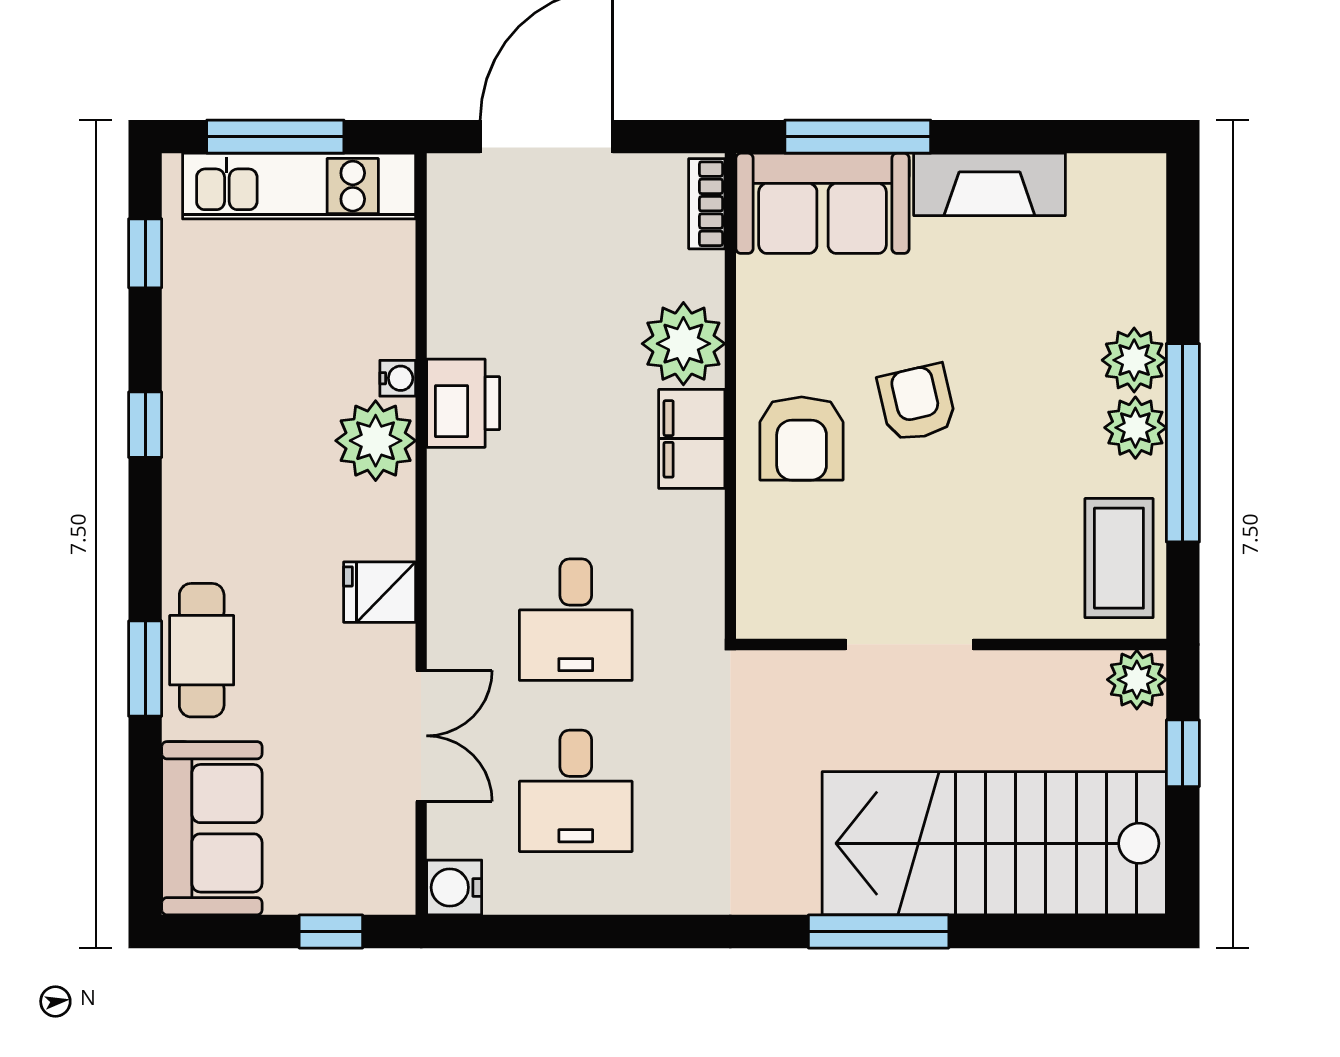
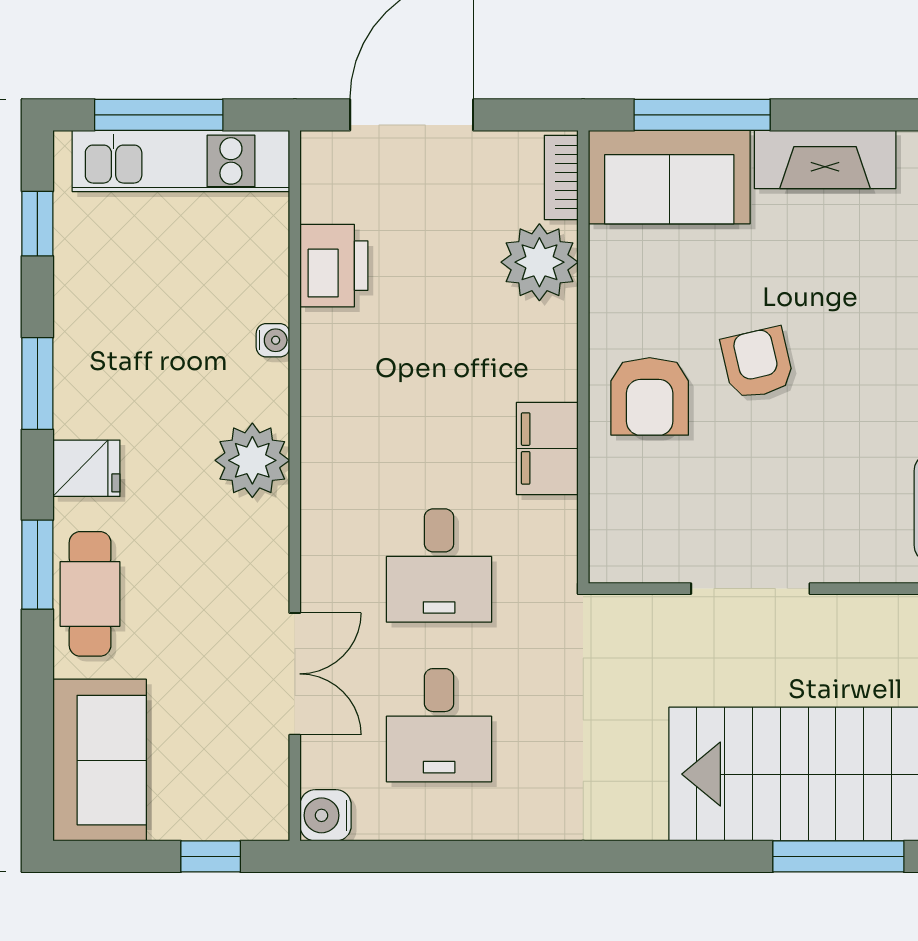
plant: (683, 344) -> (539, 262), moved
printer: (463, 403) -> (334, 266), moved
window: (145, 425) -> (37, 384), width x1.50
filing cabinet: (692, 439) -> (547, 448), moved
plant: (376, 441) -> (252, 460), moved
fridge: (380, 592) -> (86, 468), moved, turned 180
window: (145, 669) -> (37, 565), moved
window: (879, 932) -> (838, 856), moved

